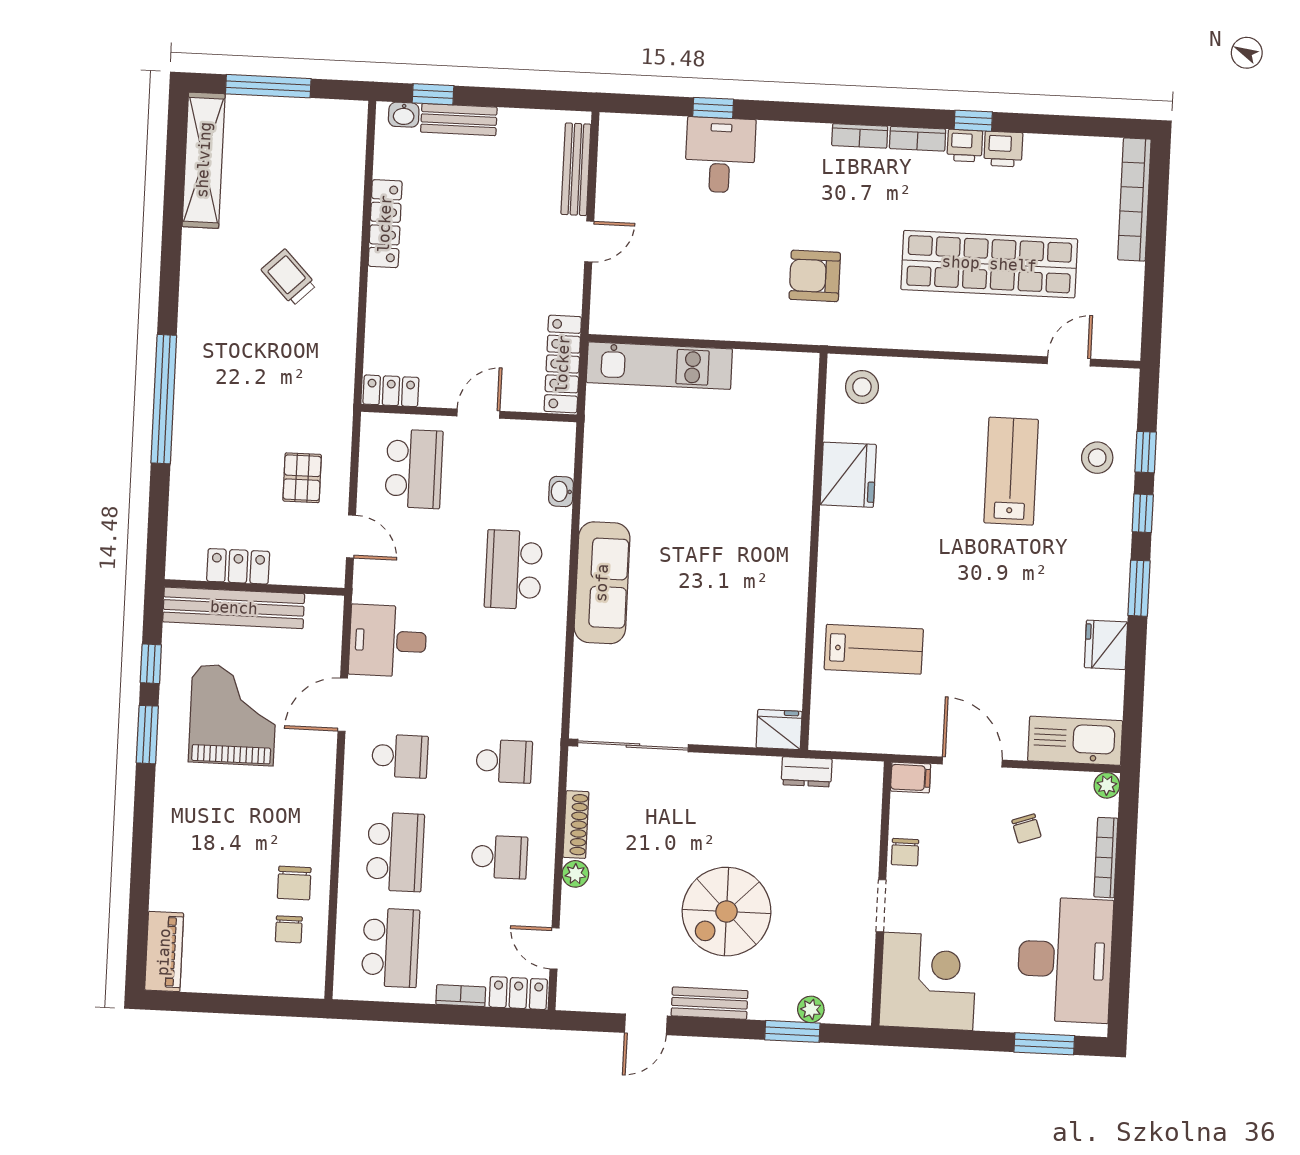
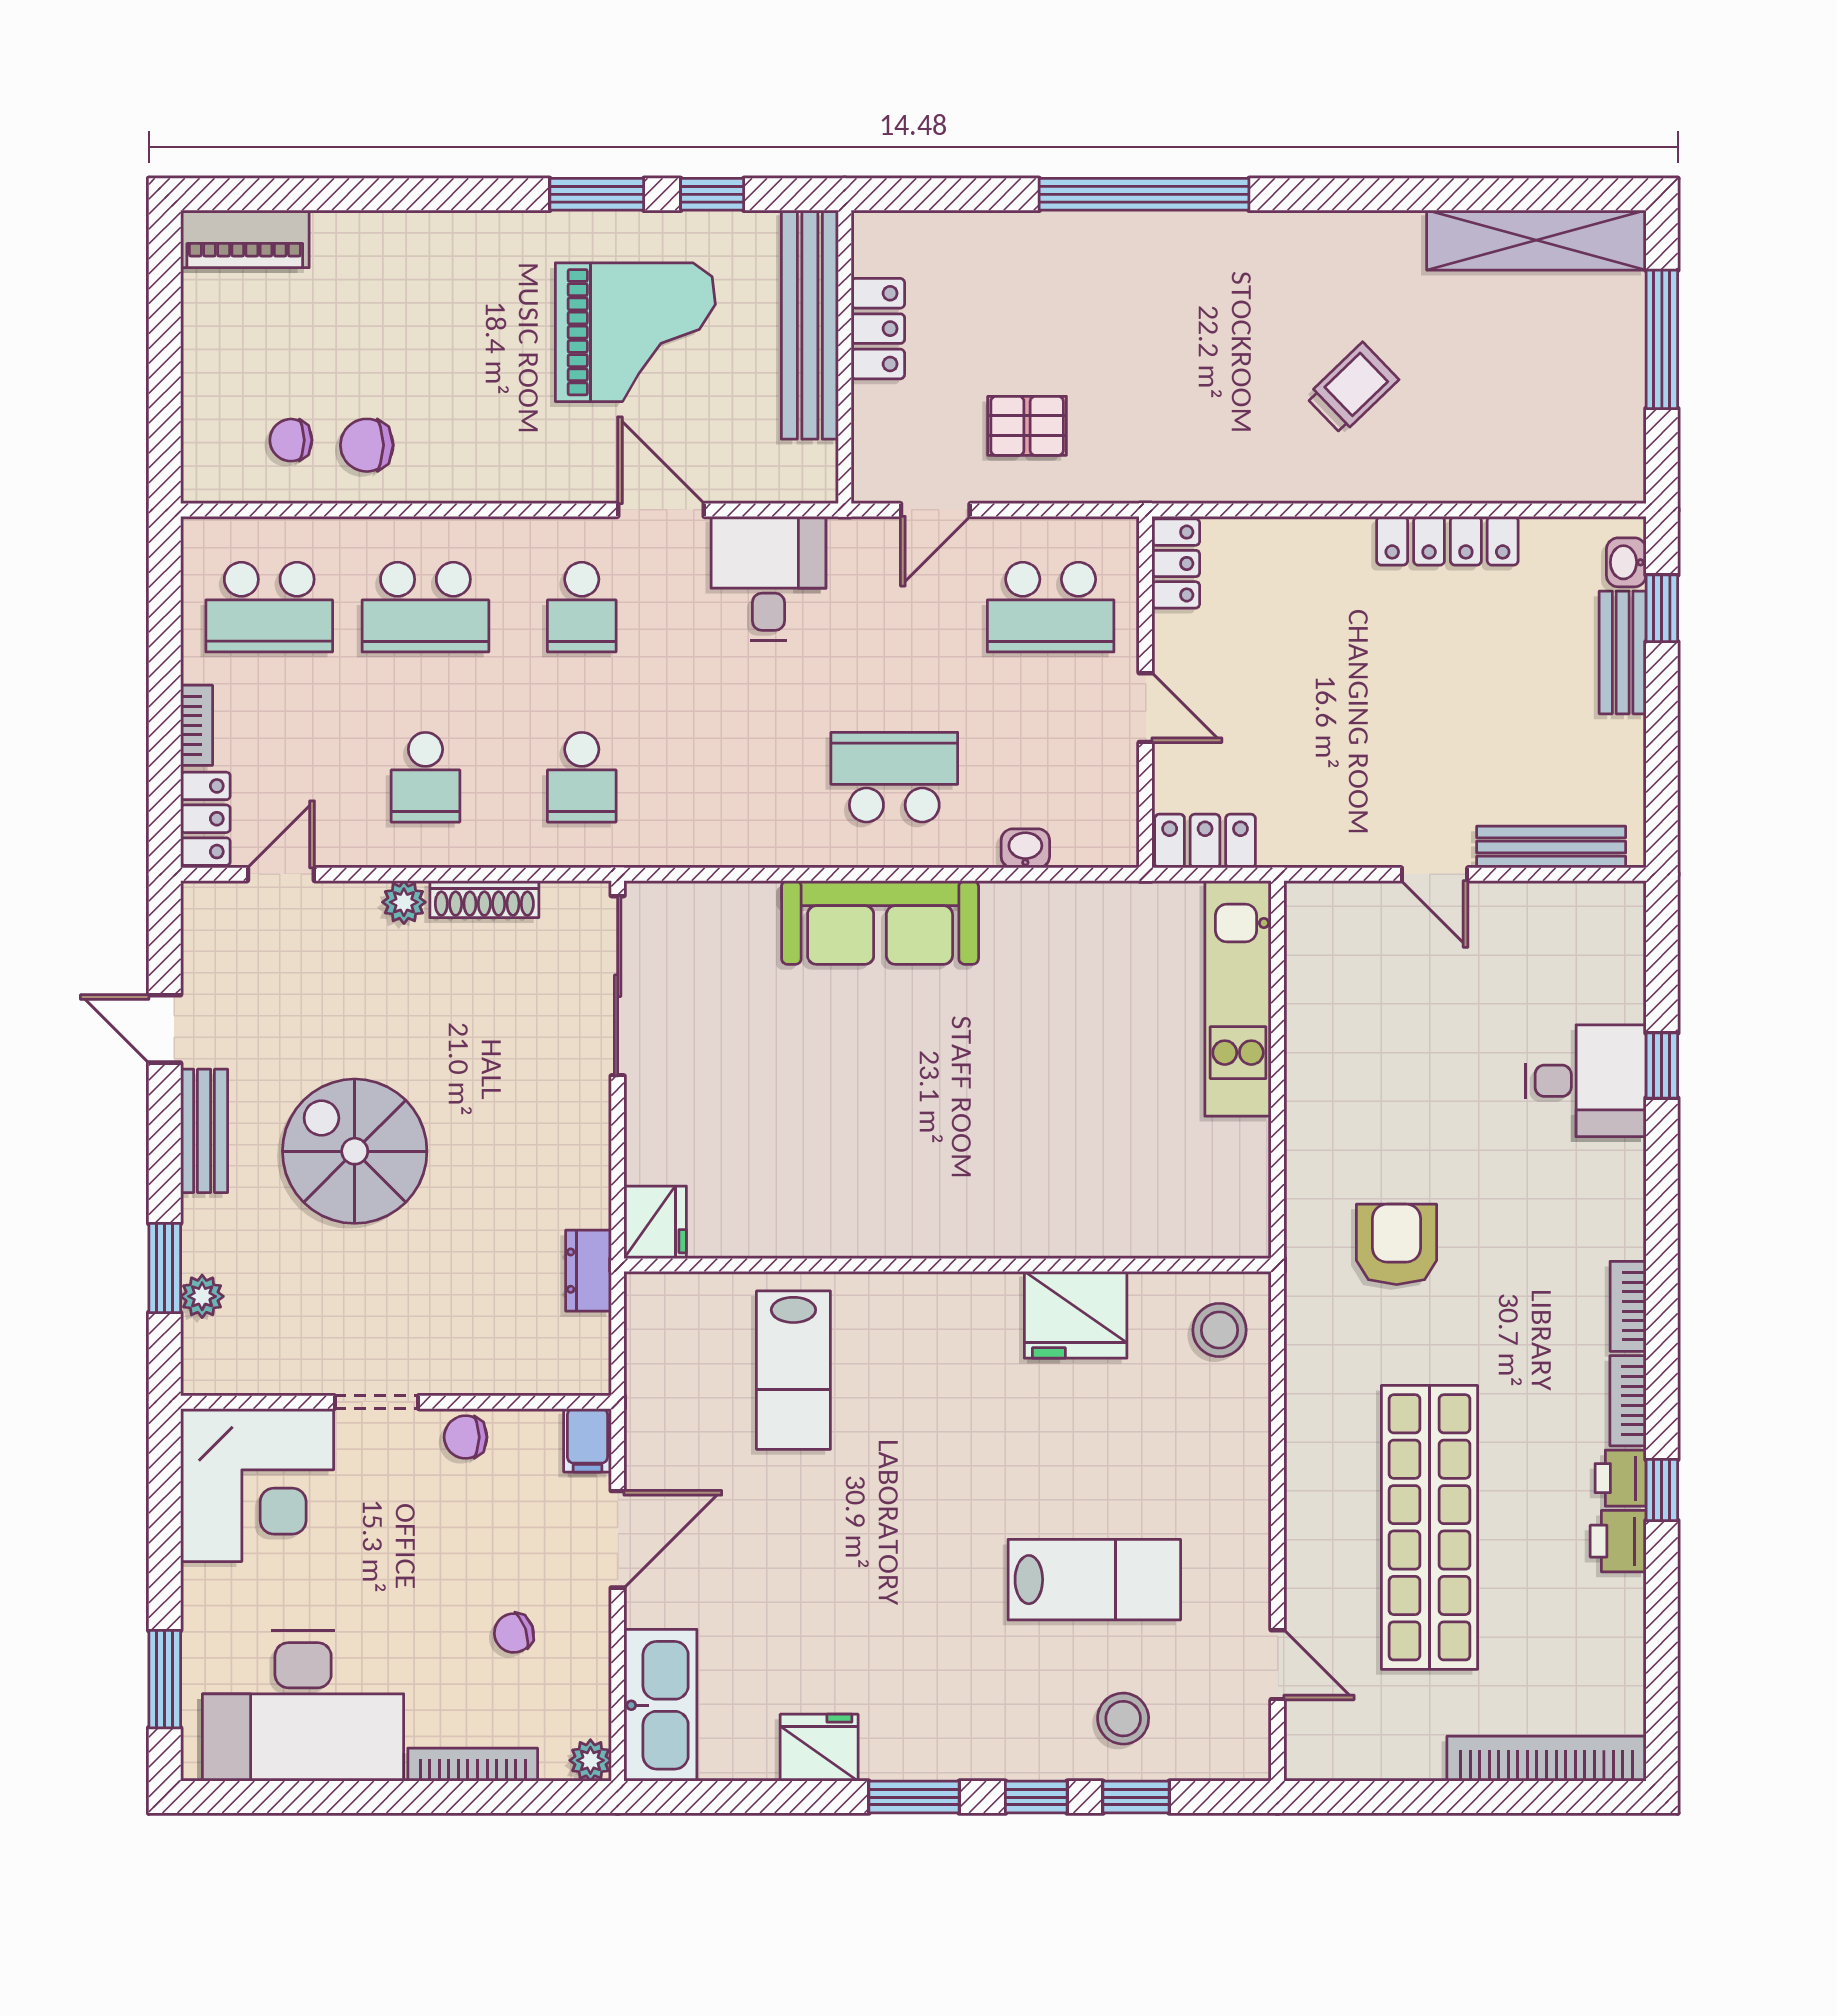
locker: (563, 364) -> (1205, 841), width x0.66

